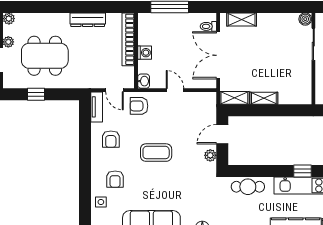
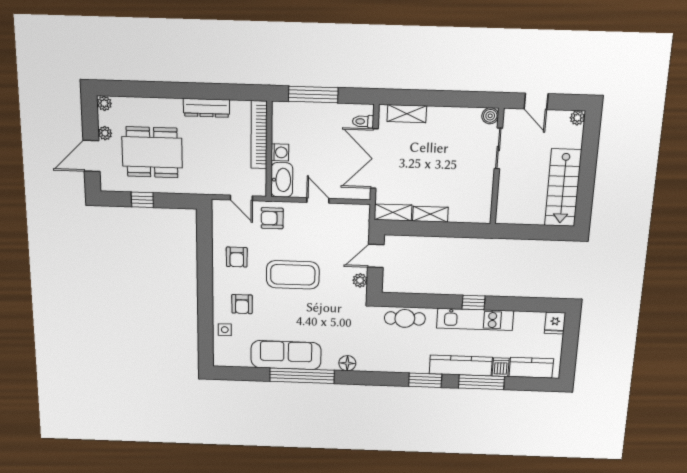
washbasin: (144, 81) -> (282, 180), width x1.91, depth x1.45
tv unit: (97, 107) -> (219, 218), removed
coffee table: (156, 153) -> (293, 275), width x1.36, depth x1.32

